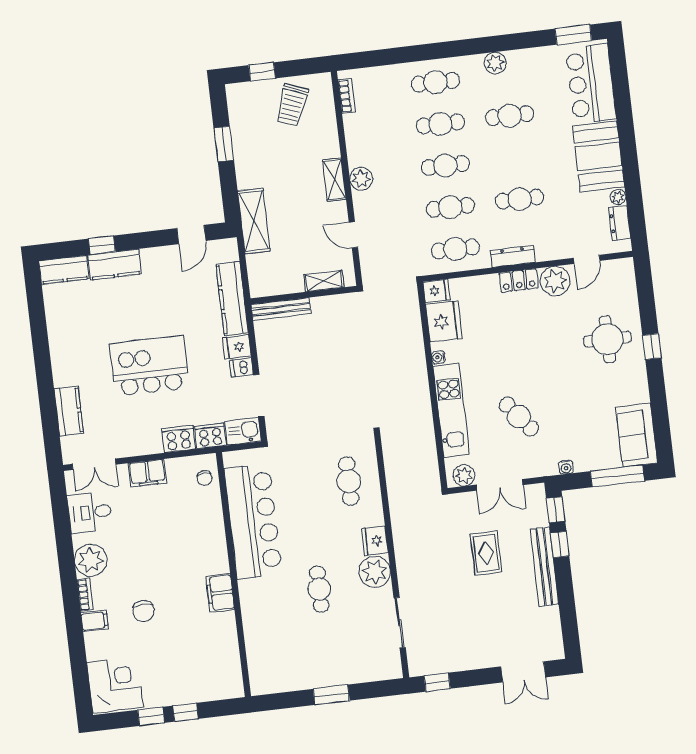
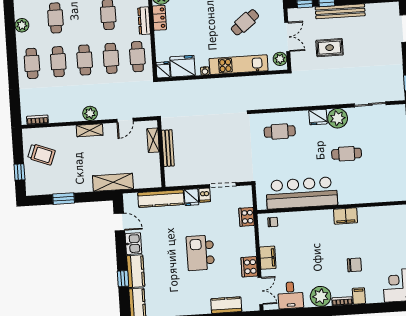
bench: (281, 309) -> (168, 148), moved
kitchen island: (149, 366) -> (200, 253), width x0.73, depth x0.78
kitchen sink: (243, 431) -> (133, 244), moved, turned 180
cooker: (179, 439) -> (249, 267), moved

